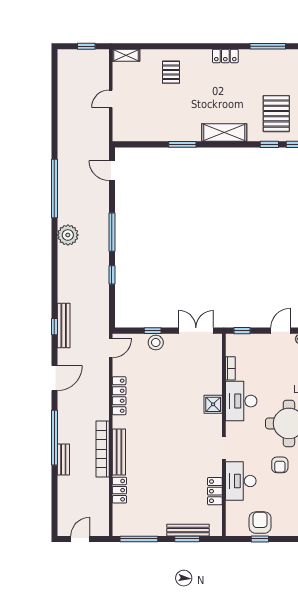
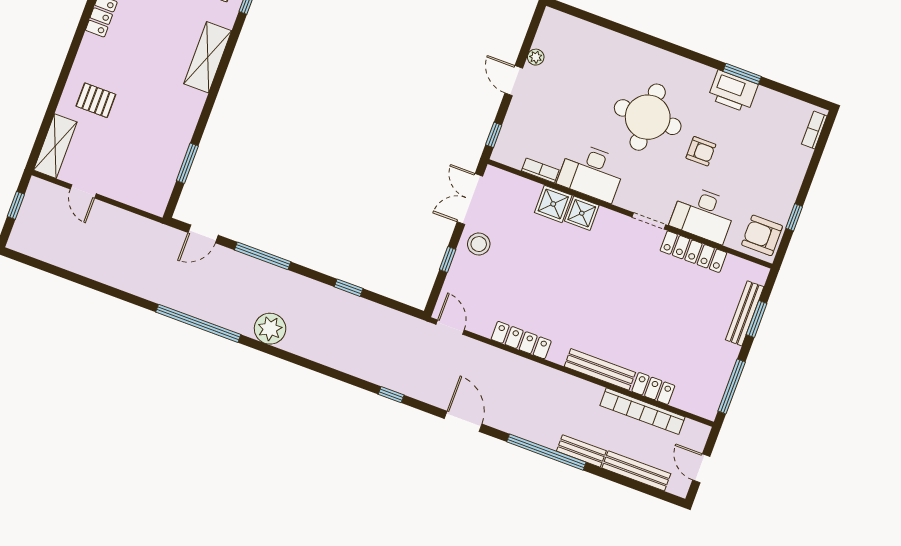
shelving: (126, 55) -> (55, 146), width x1.50, depth x1.33
door: (111, 99) -> (83, 191), moved
window: (182, 144) -> (187, 163), moved
window: (112, 232) -> (263, 256), moved
bench: (64, 325) -> (636, 471), moved
stool: (156, 343) -> (479, 244), moved
shower: (212, 384) -> (553, 204), added
bookcase: (103, 449) -> (643, 411), moved
locker: (215, 491) -> (693, 252), width x1.53
armchair: (260, 523) -> (762, 235), moved

